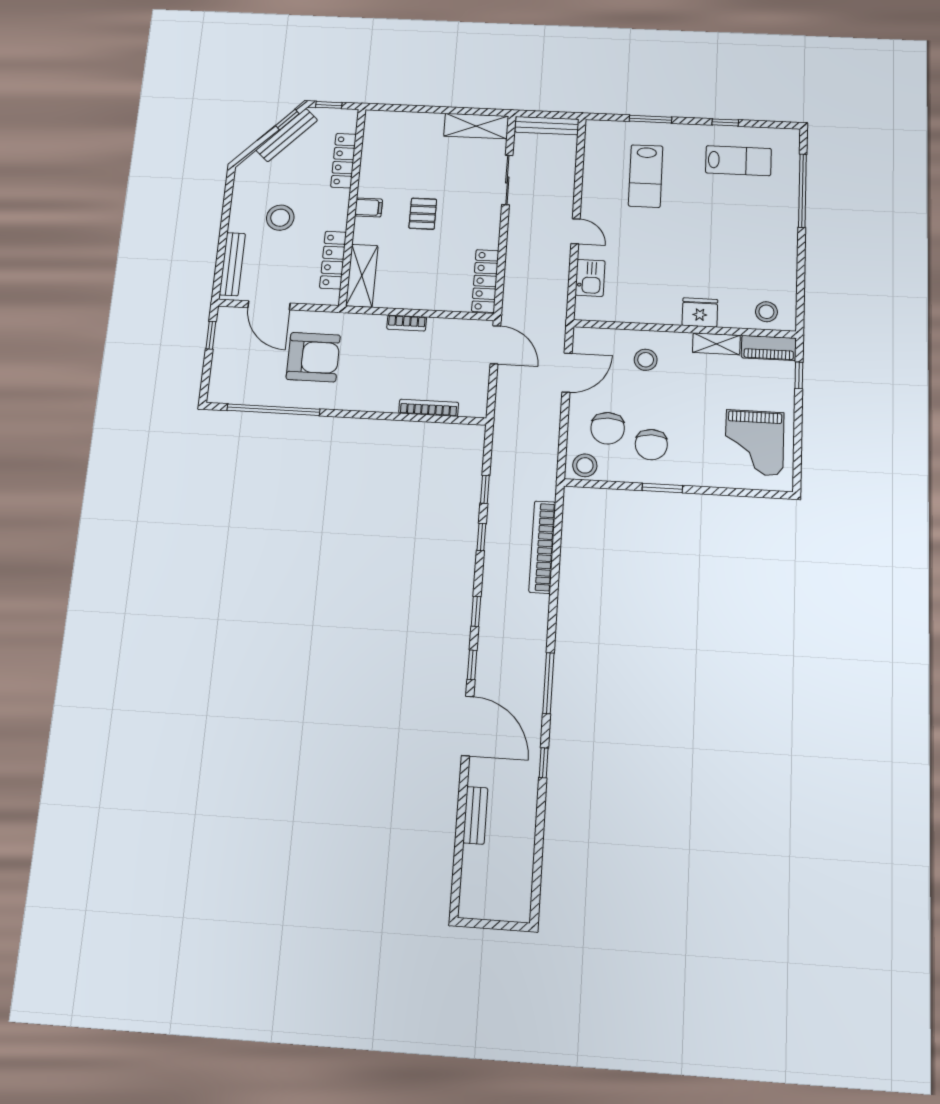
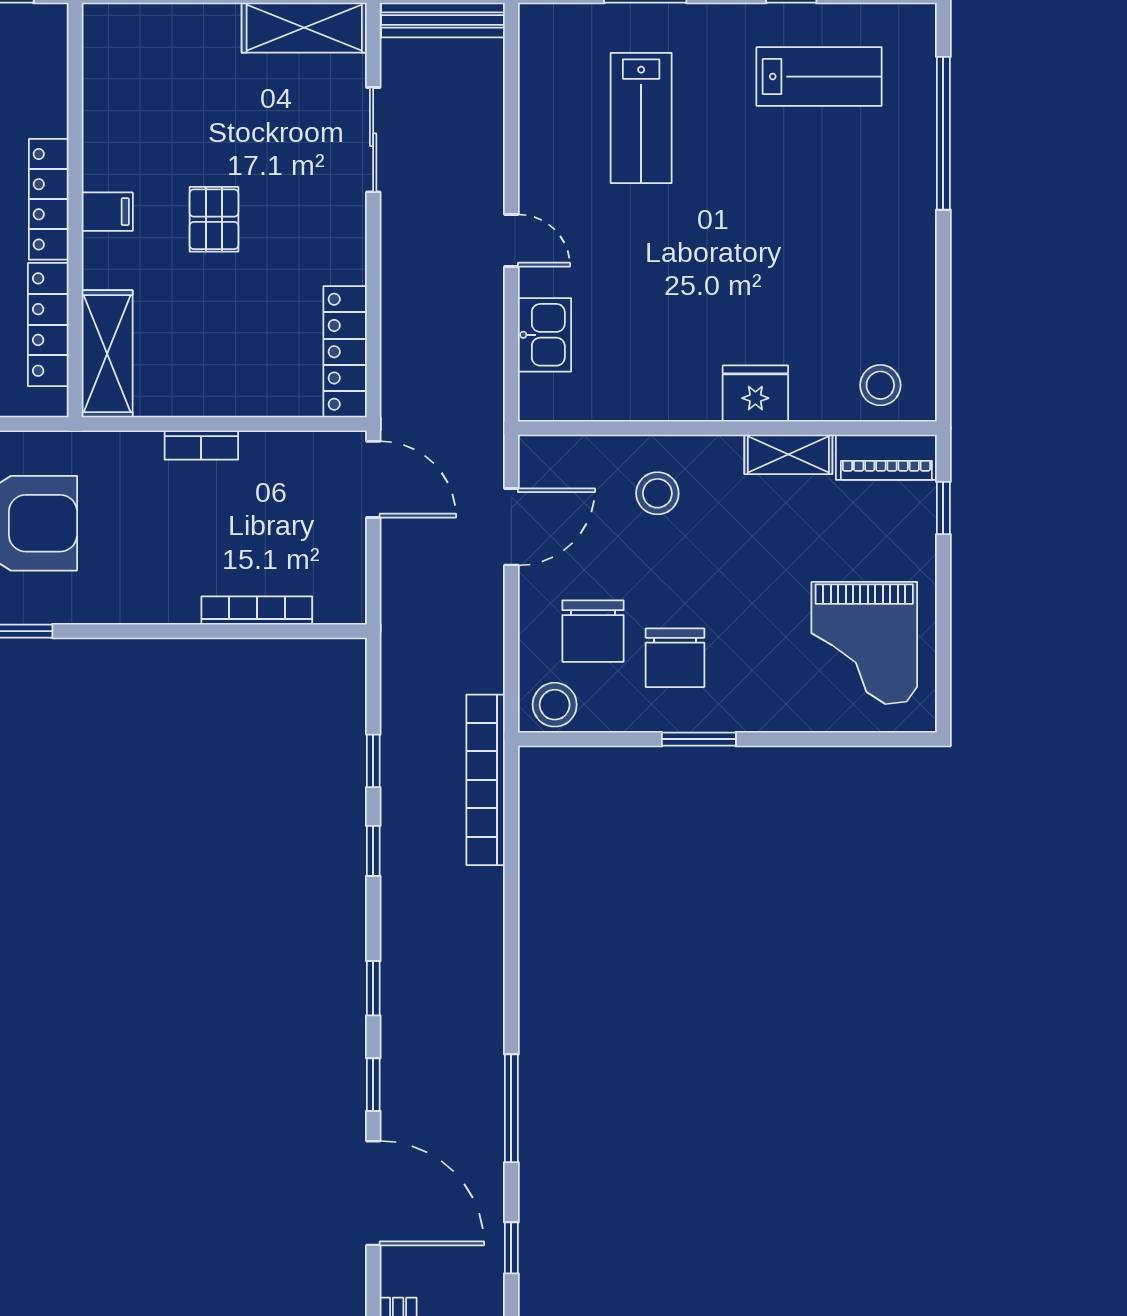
locker: (344, 161) -> (49, 199), moved
bookcase: (542, 547) -> (486, 780), moved

